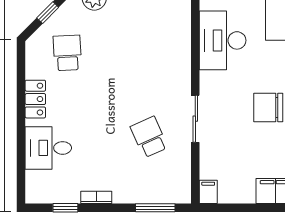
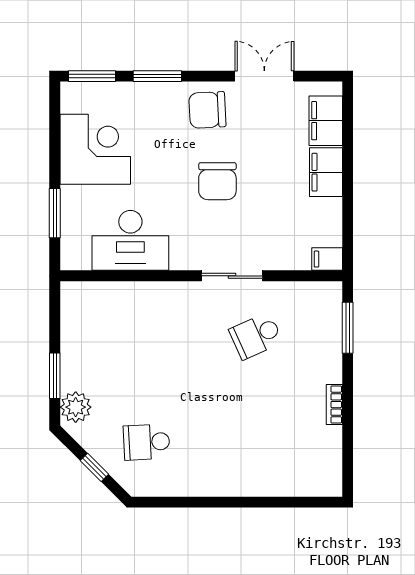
locker: (35, 99) -> (207, 484), removed
desk: (48, 148) -> (270, 467), removed
window: (65, 208) -> (348, 445), removed

